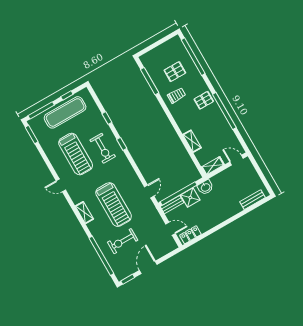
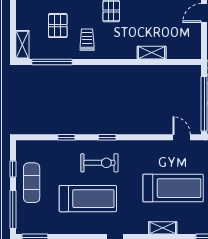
exercise mat: (65, 112) -> (32, 183), width x0.73, depth x0.69
shelving: (213, 166) -> (22, 45), moved

